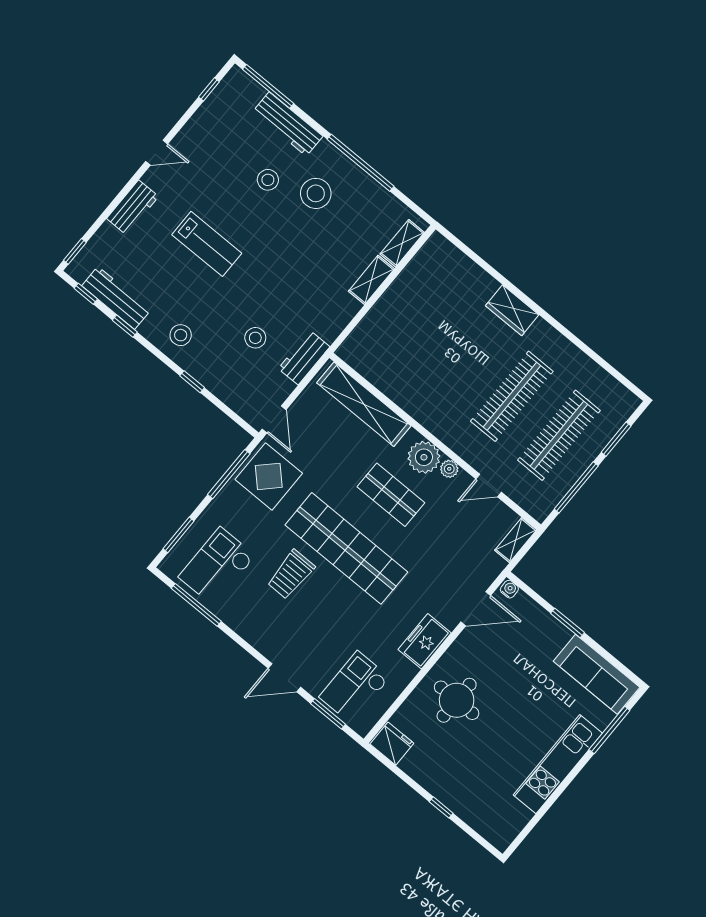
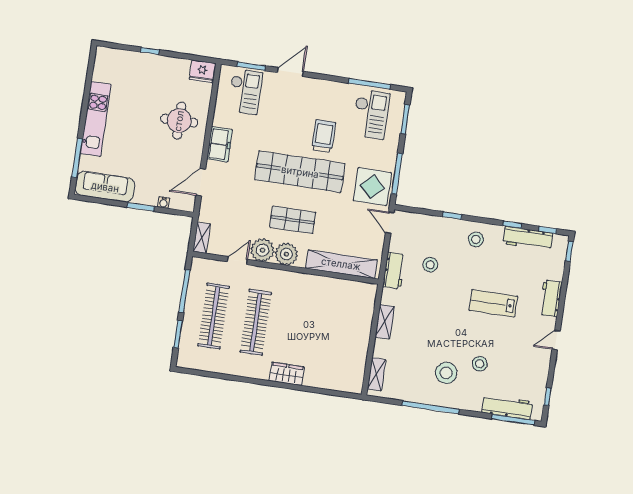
workbench: (288, 124) -> (507, 407), moved
shelving: (371, 280) -> (385, 322), moved
plant: (449, 469) -> (262, 250), width x1.87, depth x1.87
water cooler: (509, 589) -> (164, 202), moved

